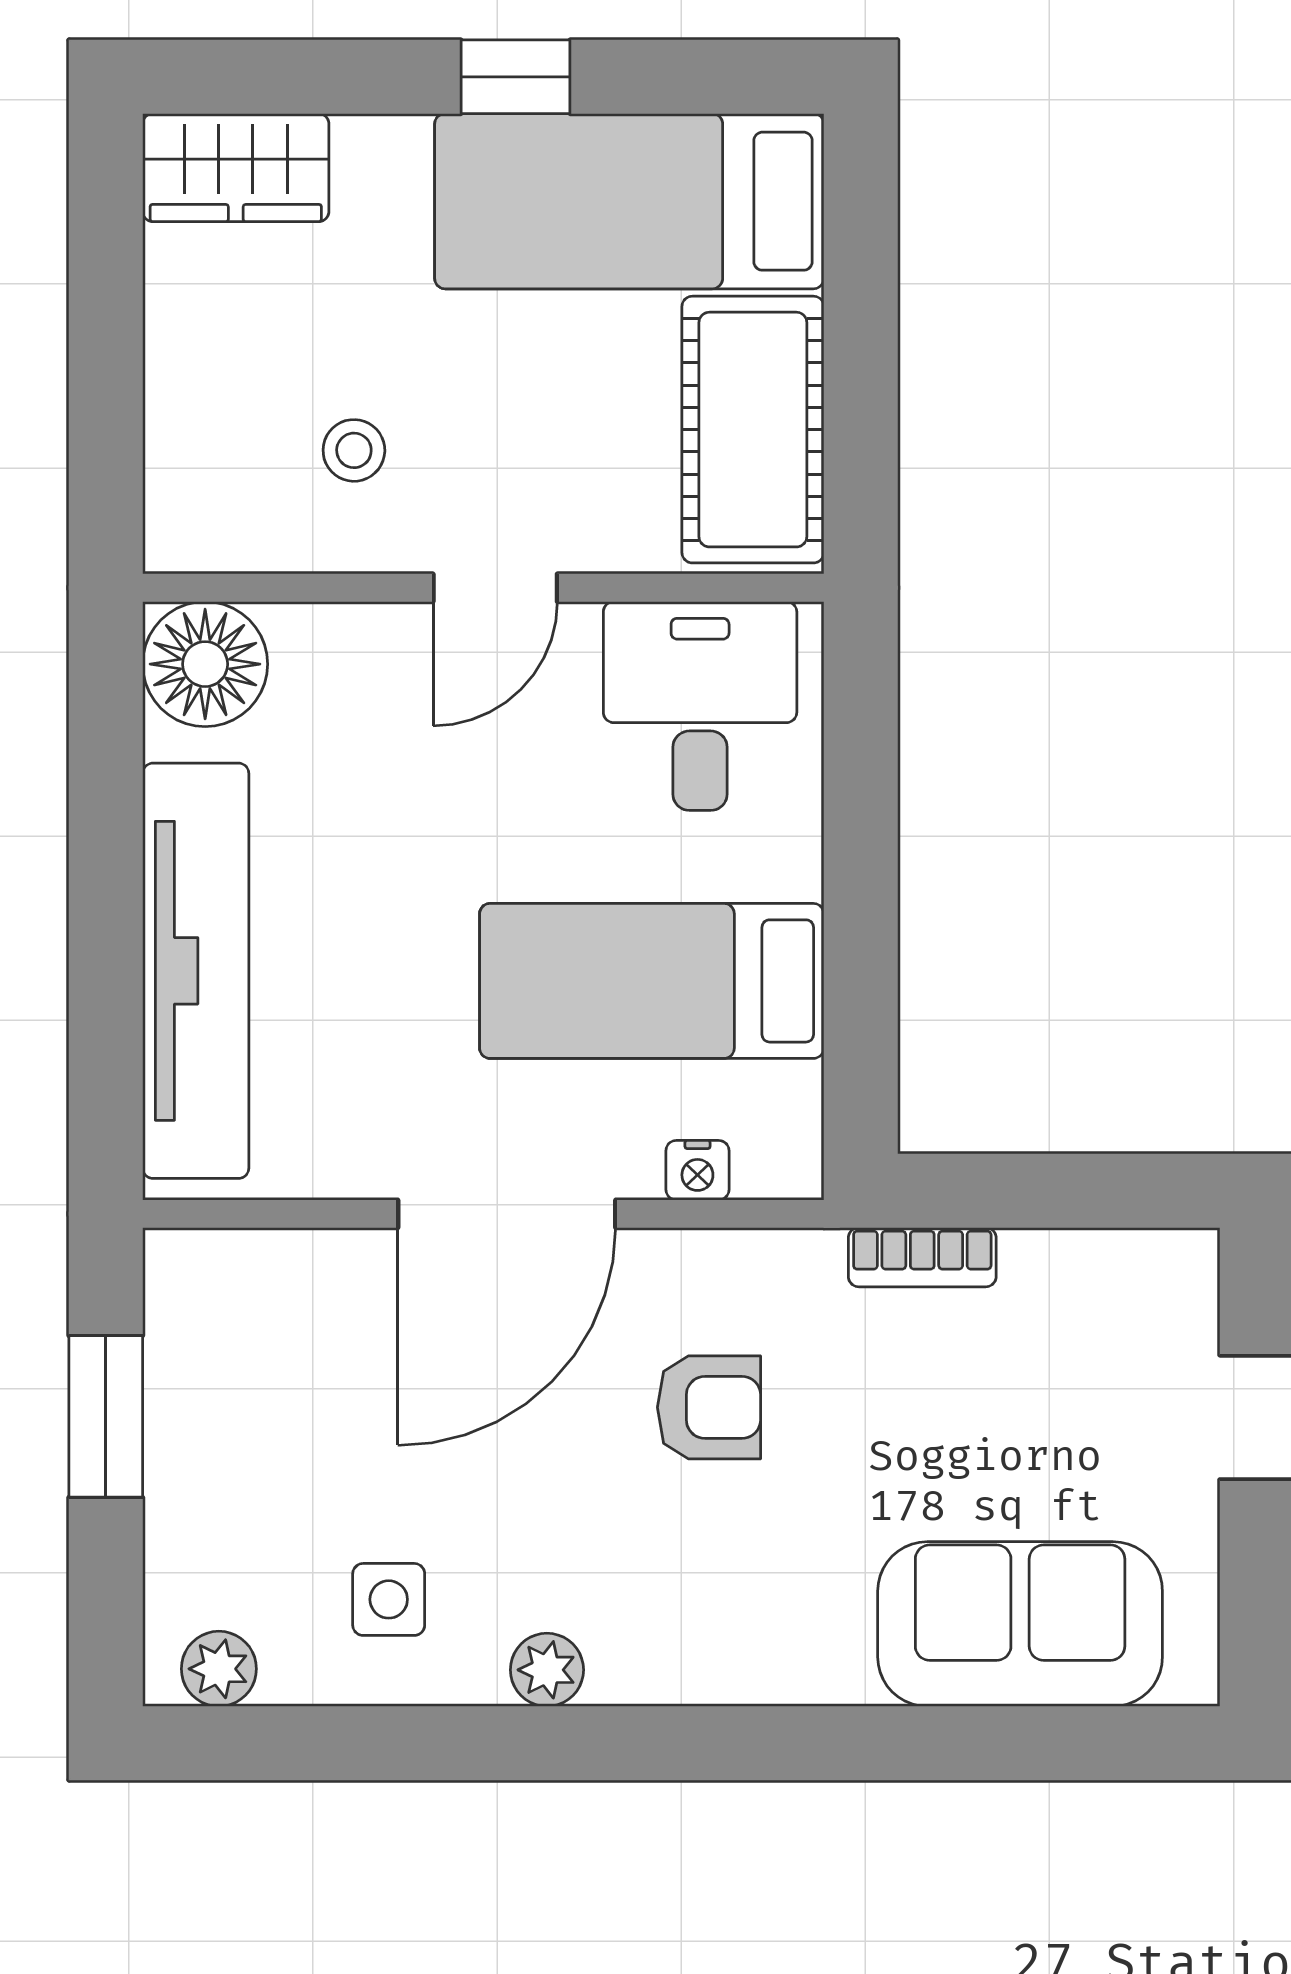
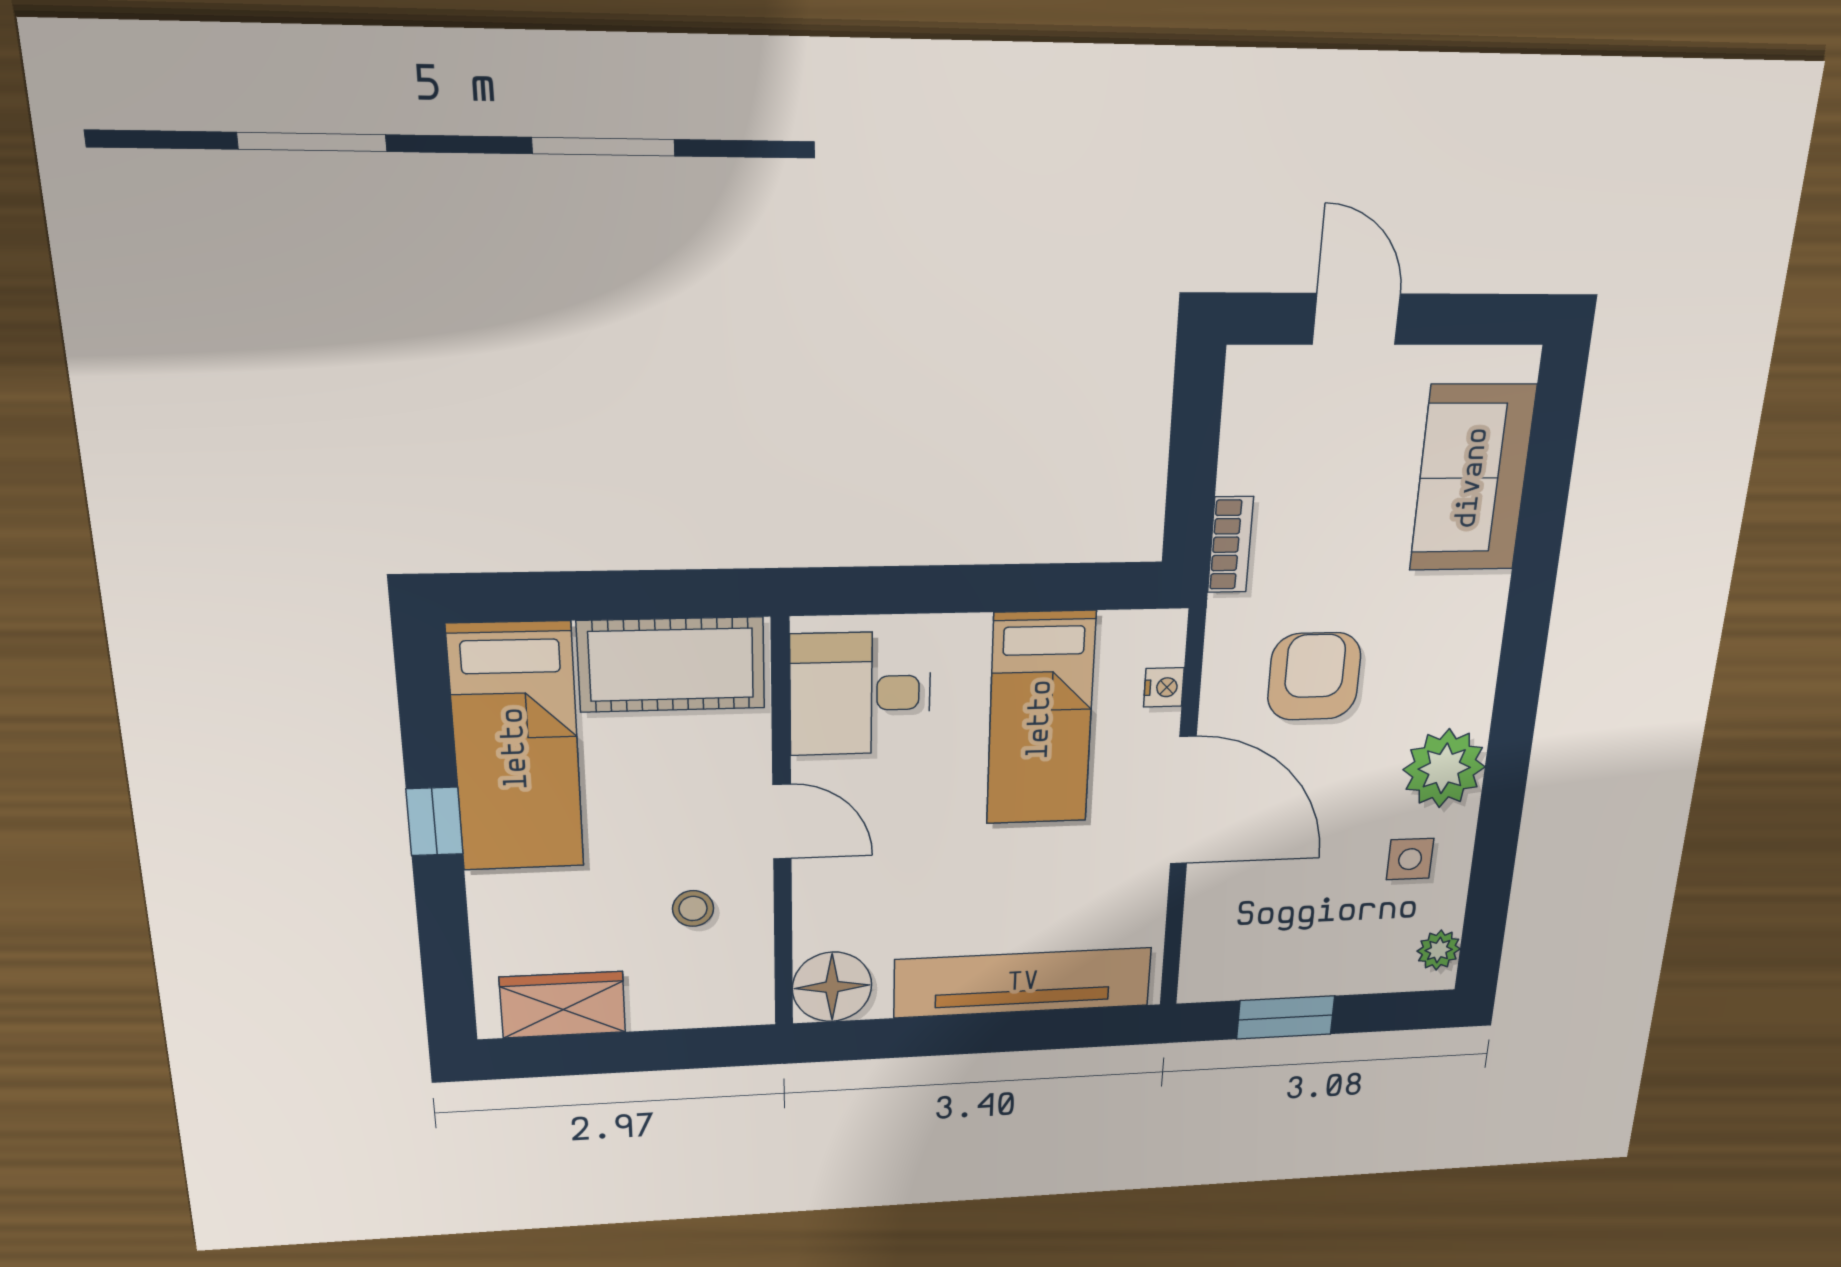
wardrobe: (236, 168) -> (563, 1005), moved, turned -90
armchair: (709, 1407) -> (1314, 676), width x1.38, depth x1.38
plant: (547, 1670) -> (1444, 768), width x1.87, depth x1.87

